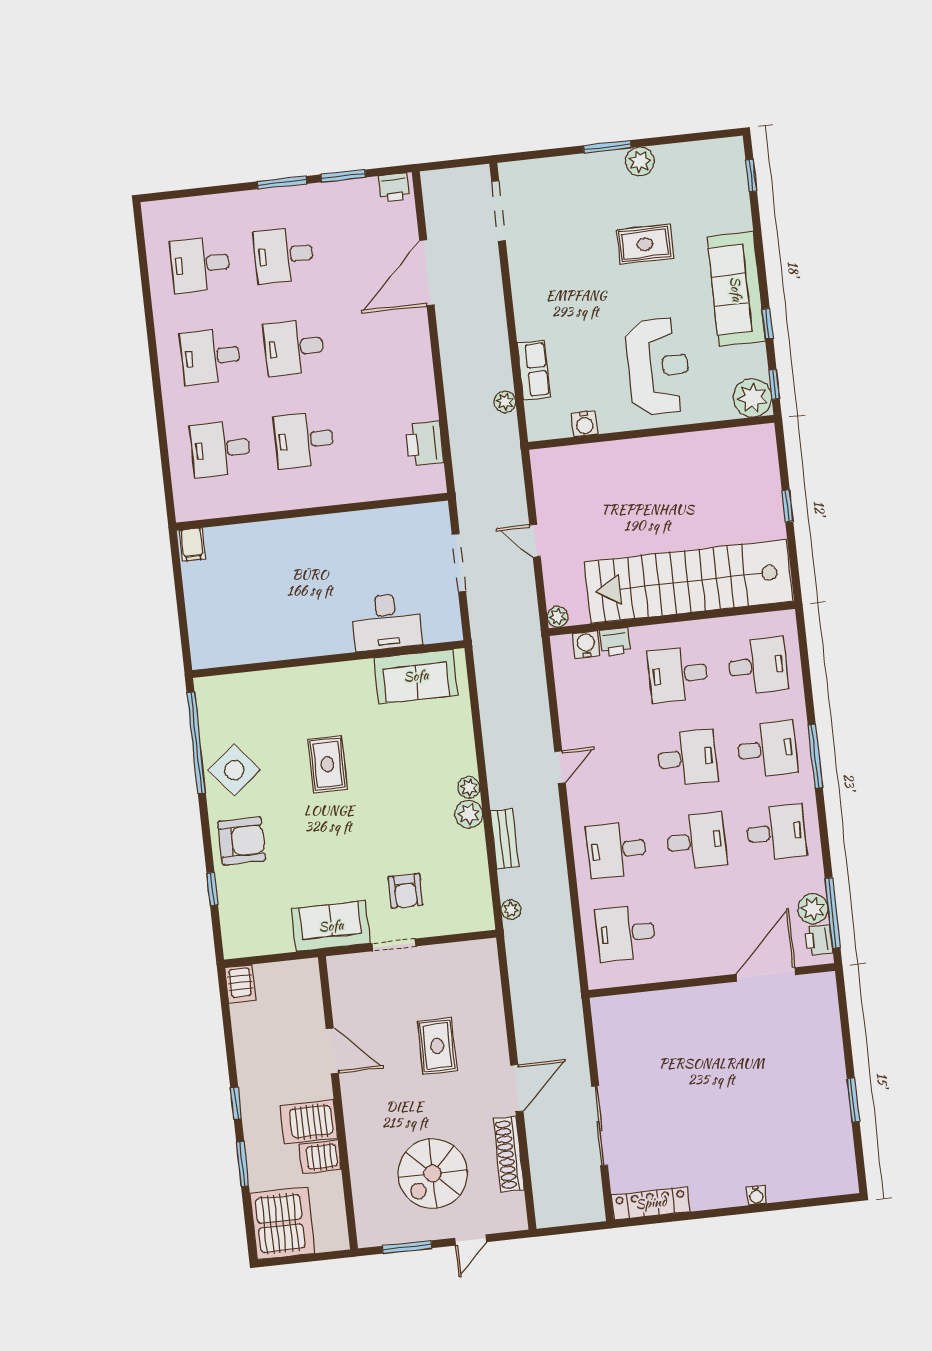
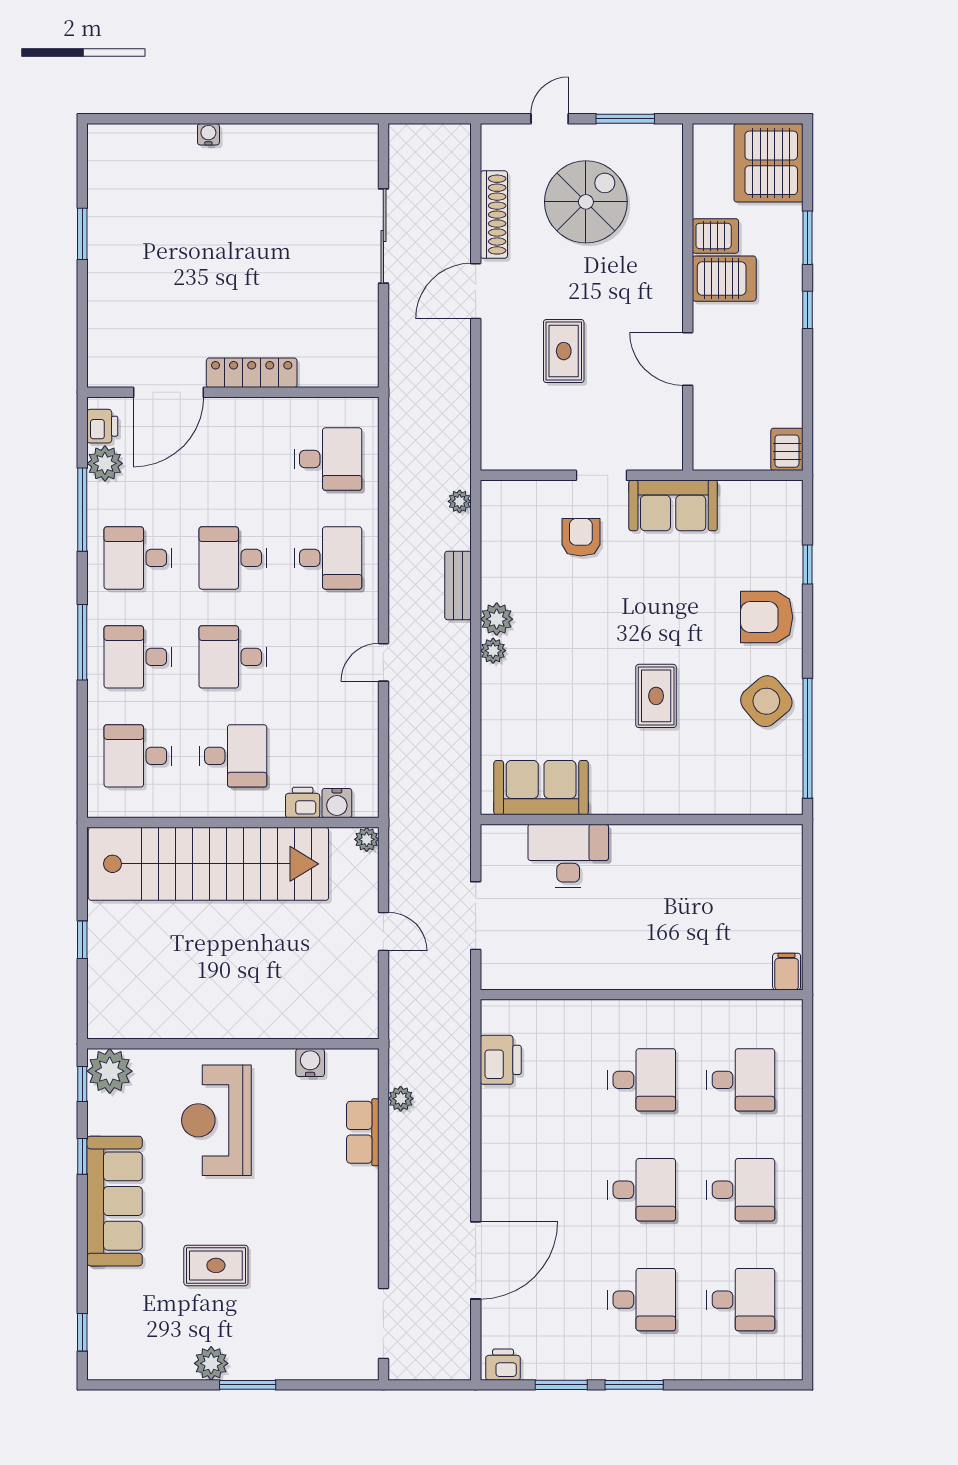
window: (833, 913) -> (82, 510), moved
locker: (651, 1203) -> (252, 373), moved, turned 180

